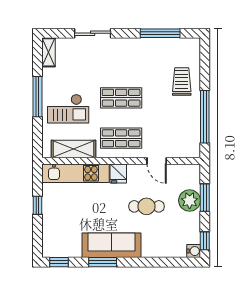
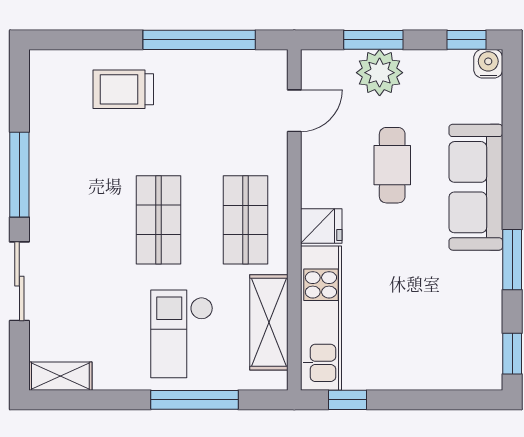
window: (160, 33) -> (19, 175), moved
window: (37, 97) -> (195, 400), moved
checkout: (68, 109) -> (182, 334), turned 180
door: (157, 161) -> (294, 111), moved
window: (37, 205) -> (348, 400), moved
sofa: (112, 245) -> (476, 187), moved

